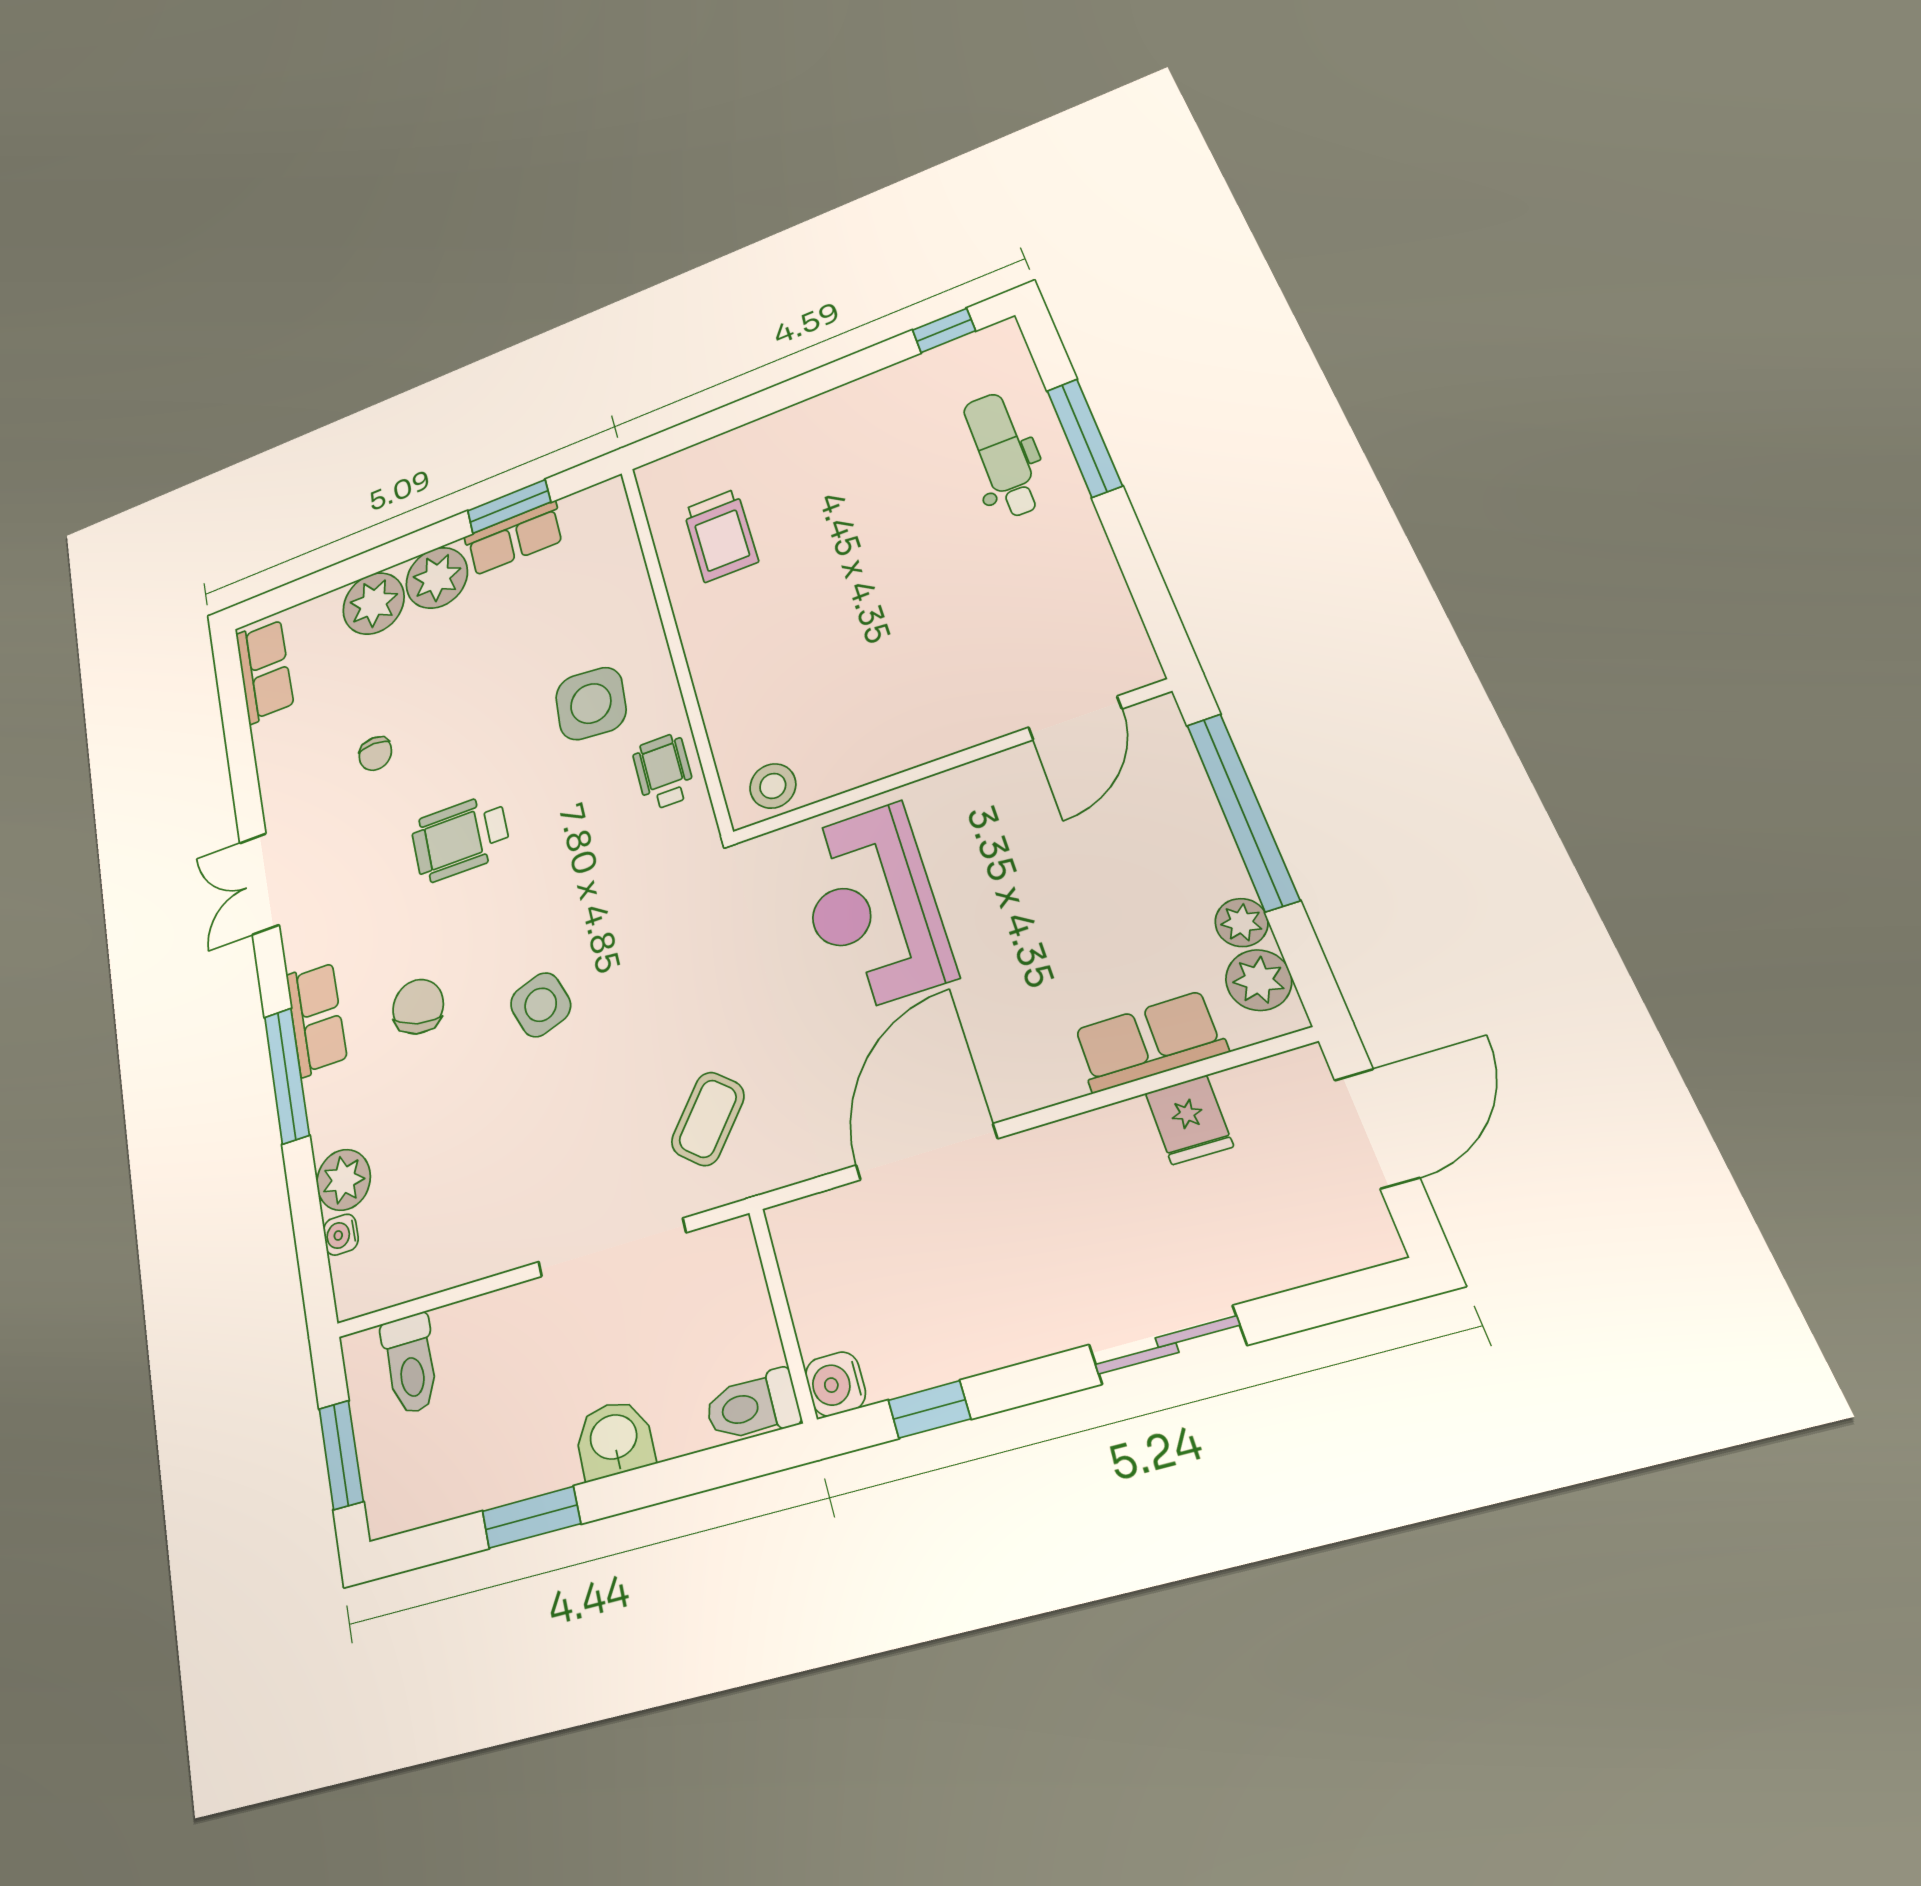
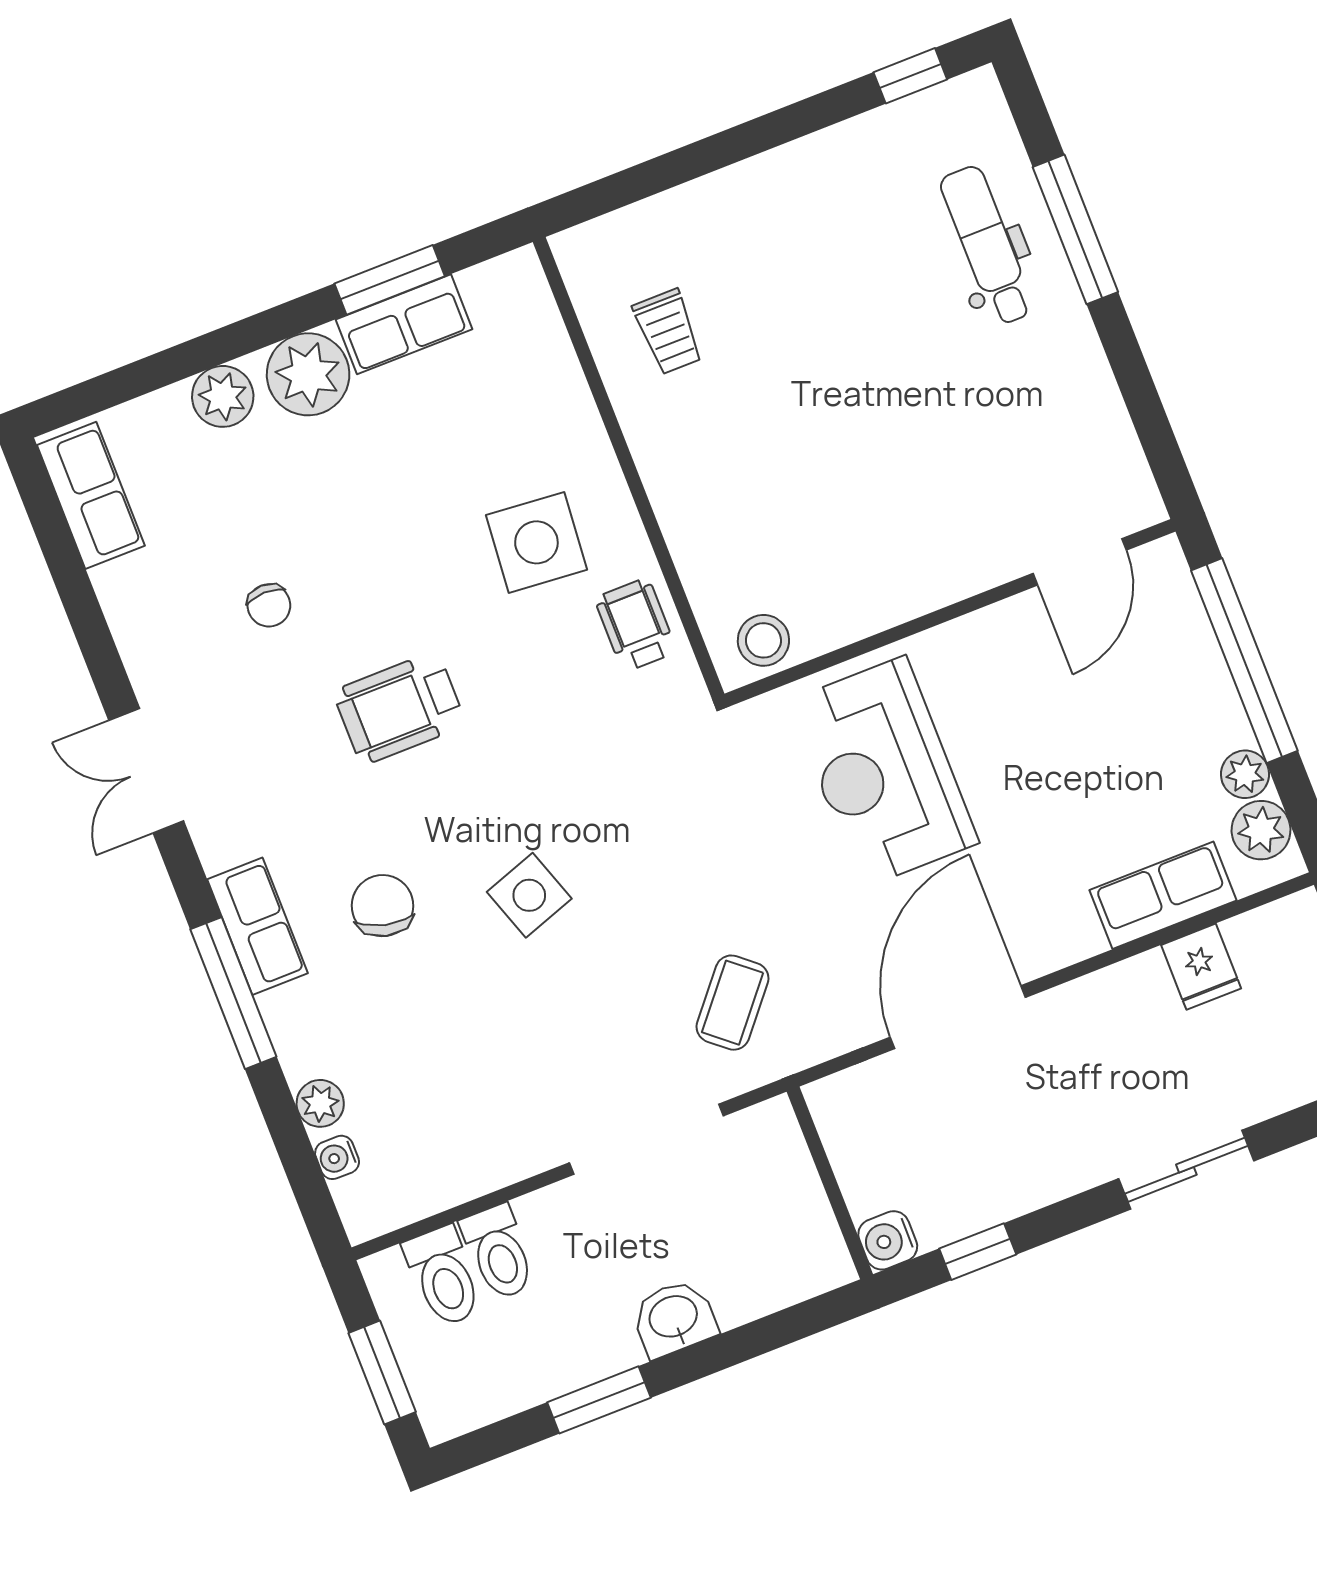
trolley: (721, 535) -> (668, 332), width x0.73, depth x0.72
plant: (374, 603) -> (223, 396), width x0.73, depth x0.73
plant: (344, 1180) -> (320, 1103), width x0.73, depth x0.73
toilet: (752, 1406) -> (498, 1252), moved, turned -90

